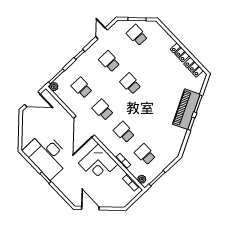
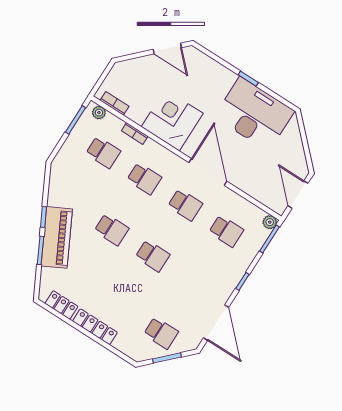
door: (102, 33) -> (216, 323), width x1.88
locker: (180, 53) -> (95, 327), width x1.53
school desk: (109, 61) -> (112, 230), moved
door: (32, 99) -> (298, 195), hinge flipped

